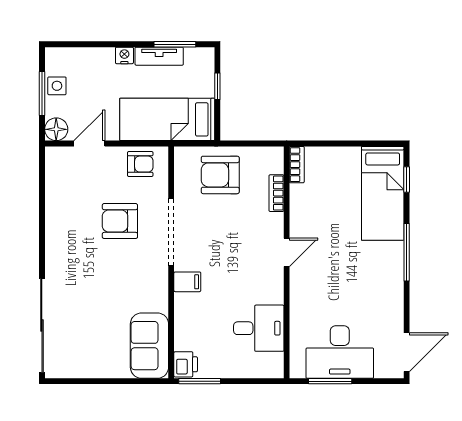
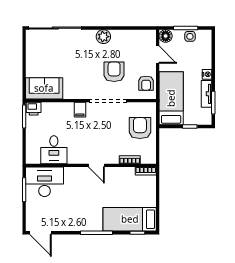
plant: (57, 240) -> (103, 37), added
desk: (340, 352) -> (45, 182), moved, turned 90

